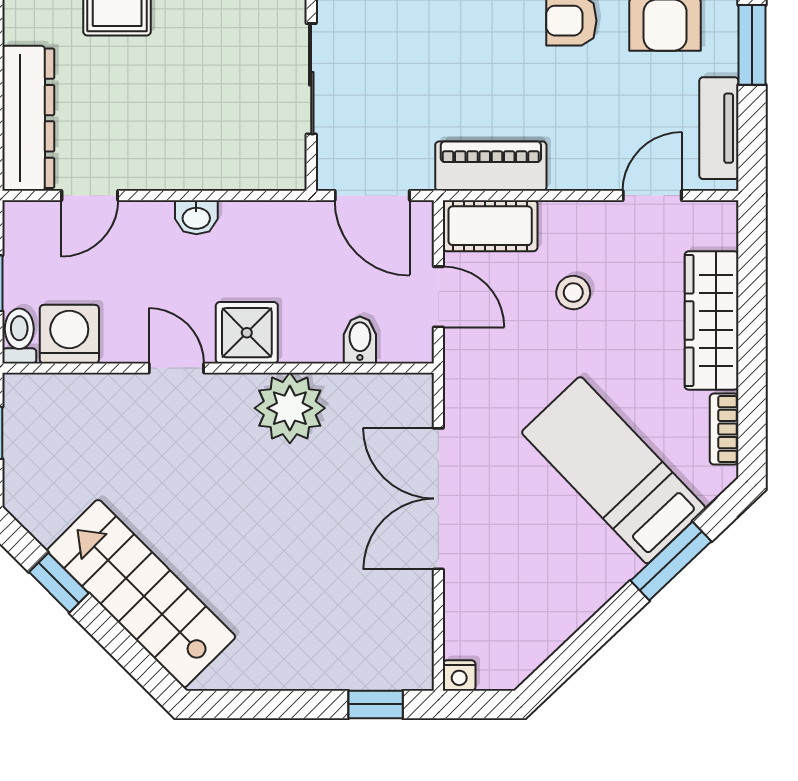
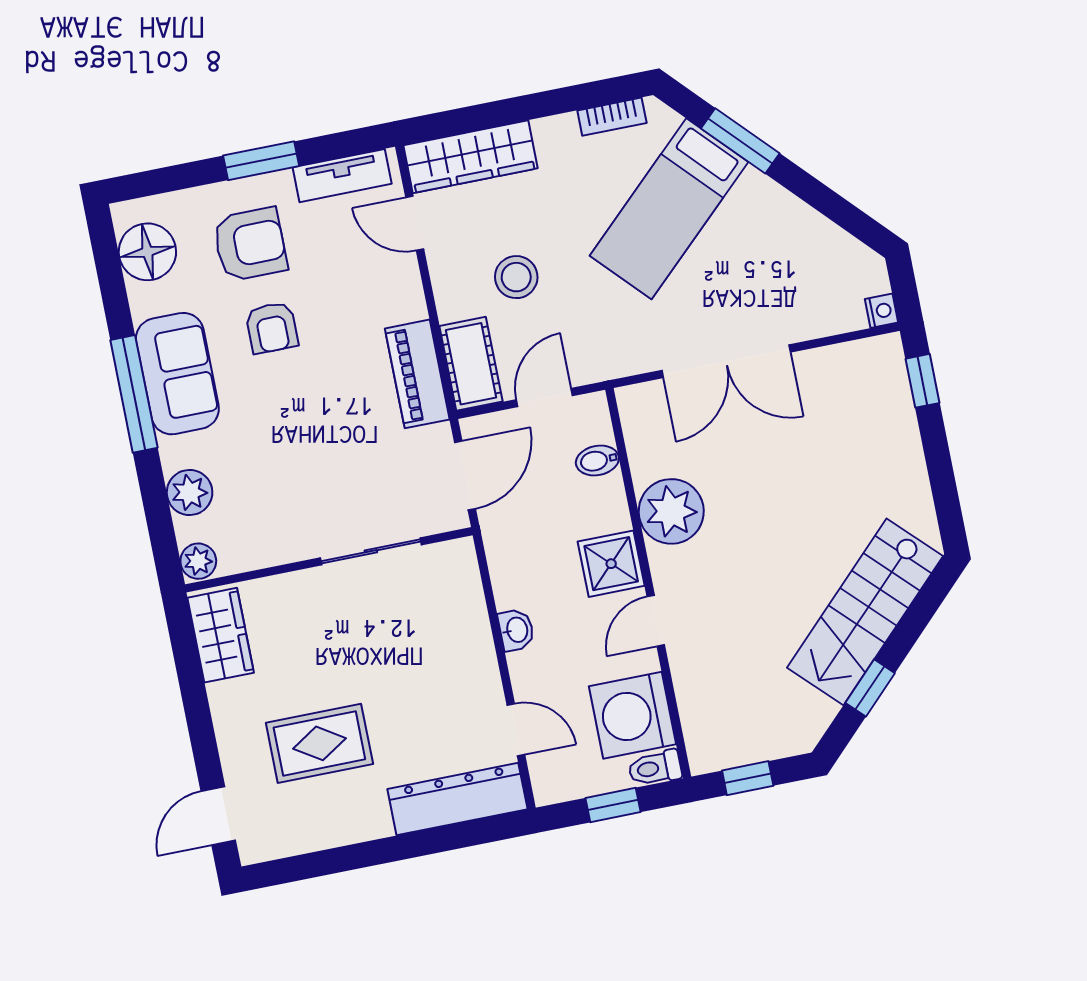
stool: (573, 293) -> (516, 277), width x1.37, depth x1.37
wardrobe: (712, 320) -> (470, 157), moved
washing machine: (69, 334) -> (633, 715), width x1.37, depth x1.37

